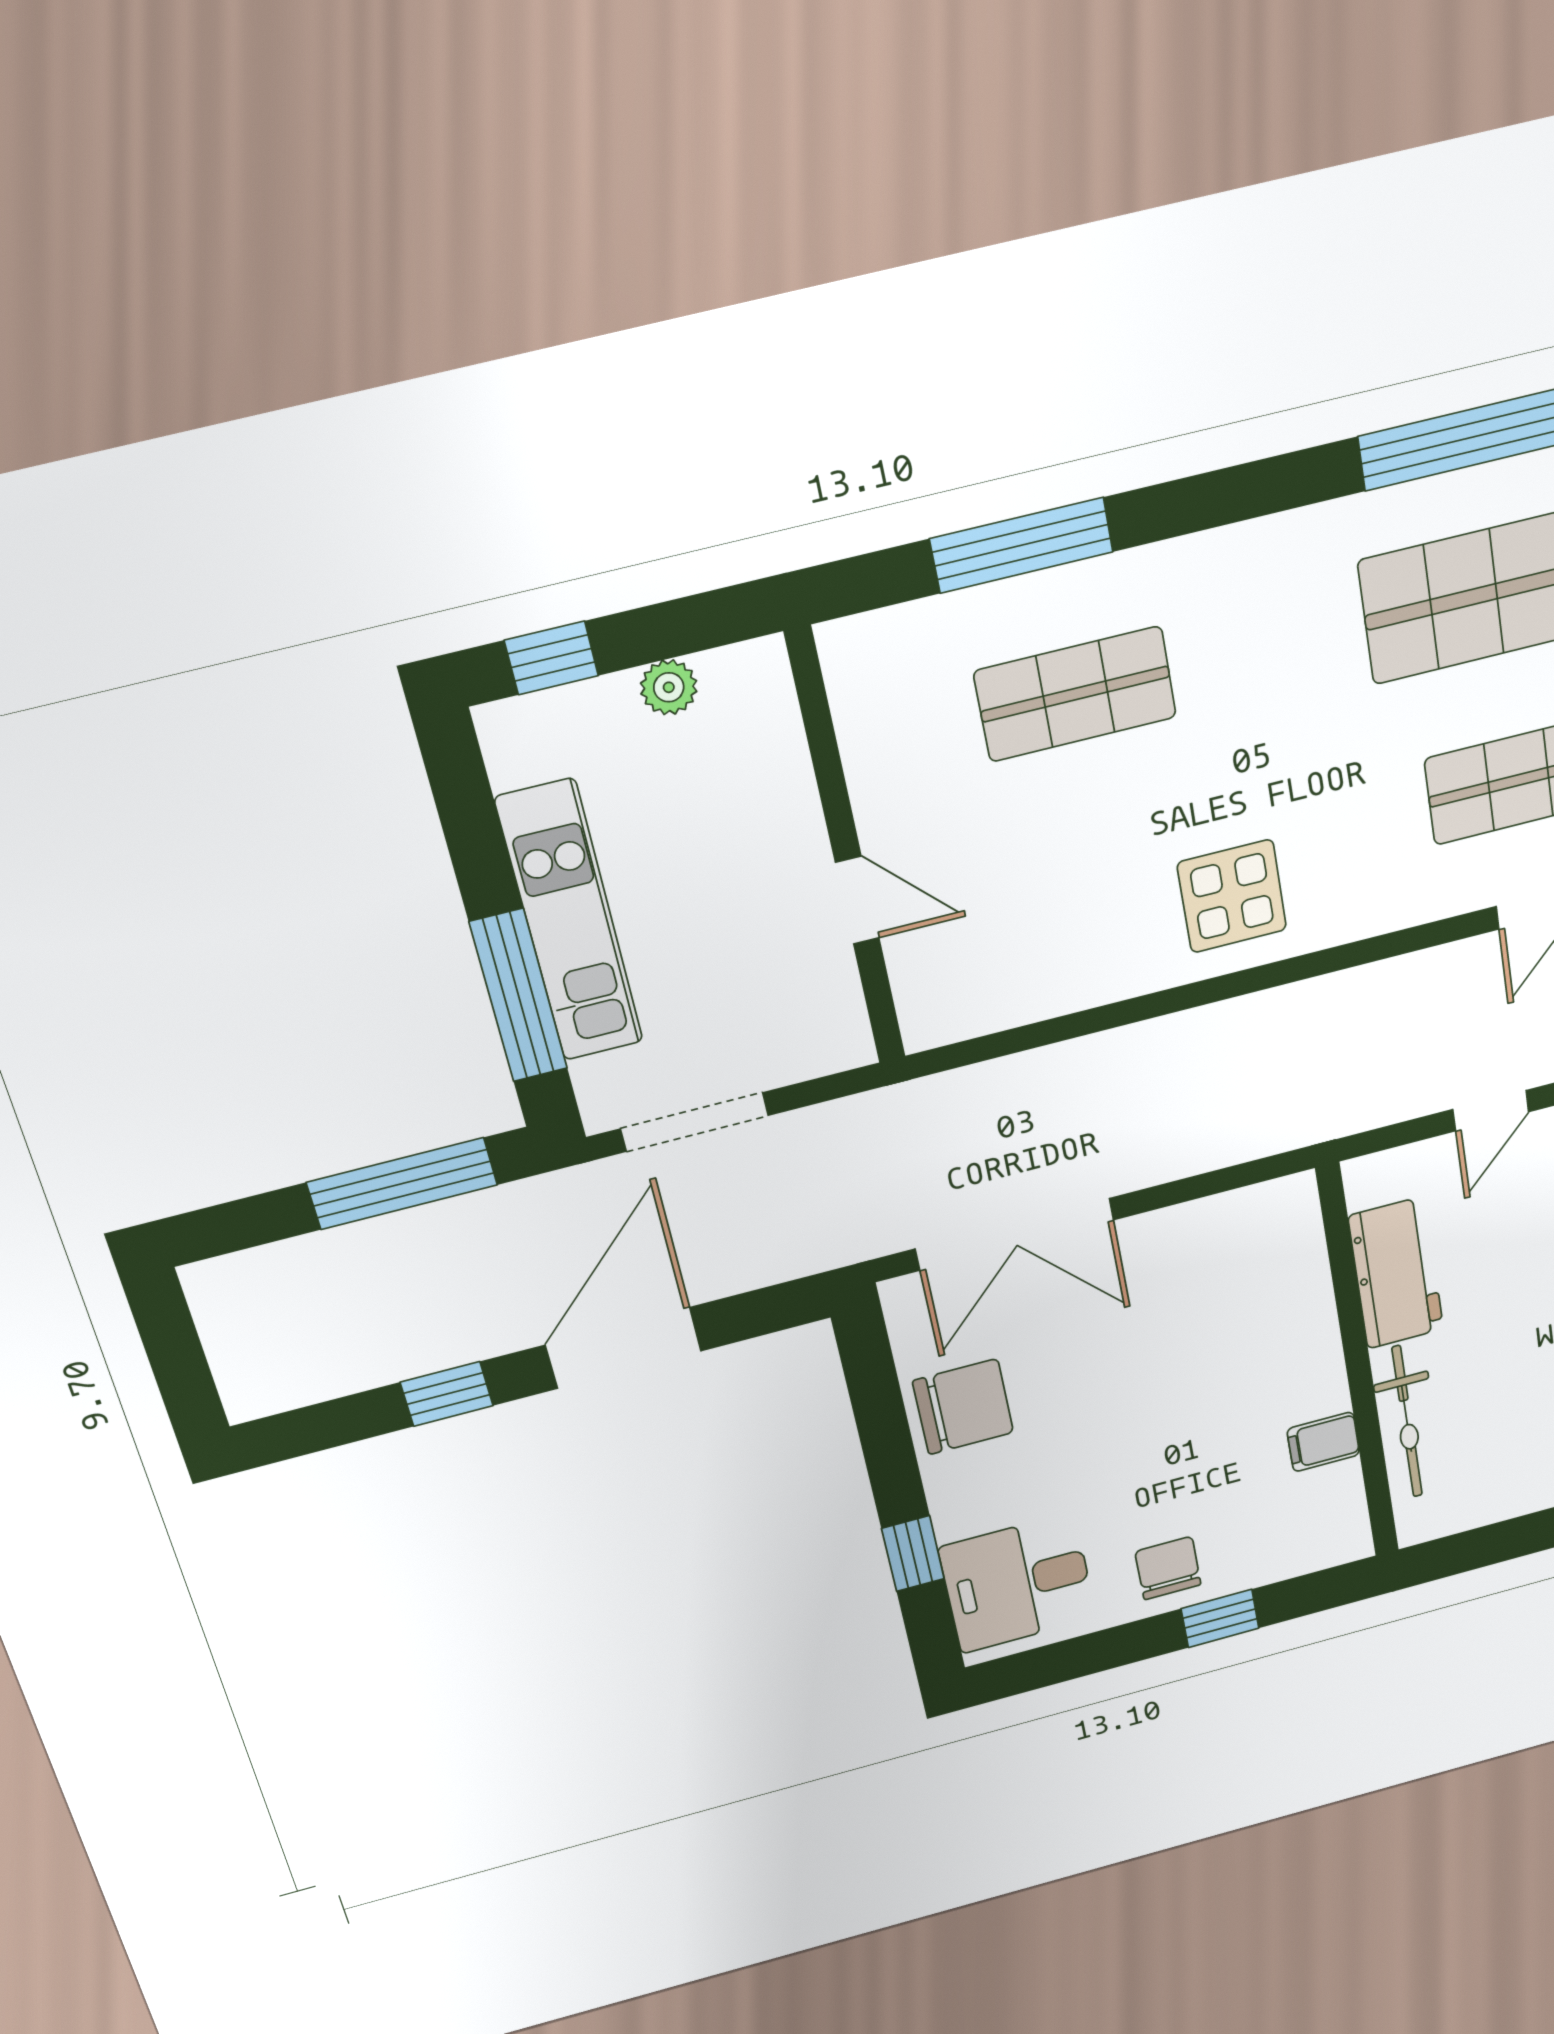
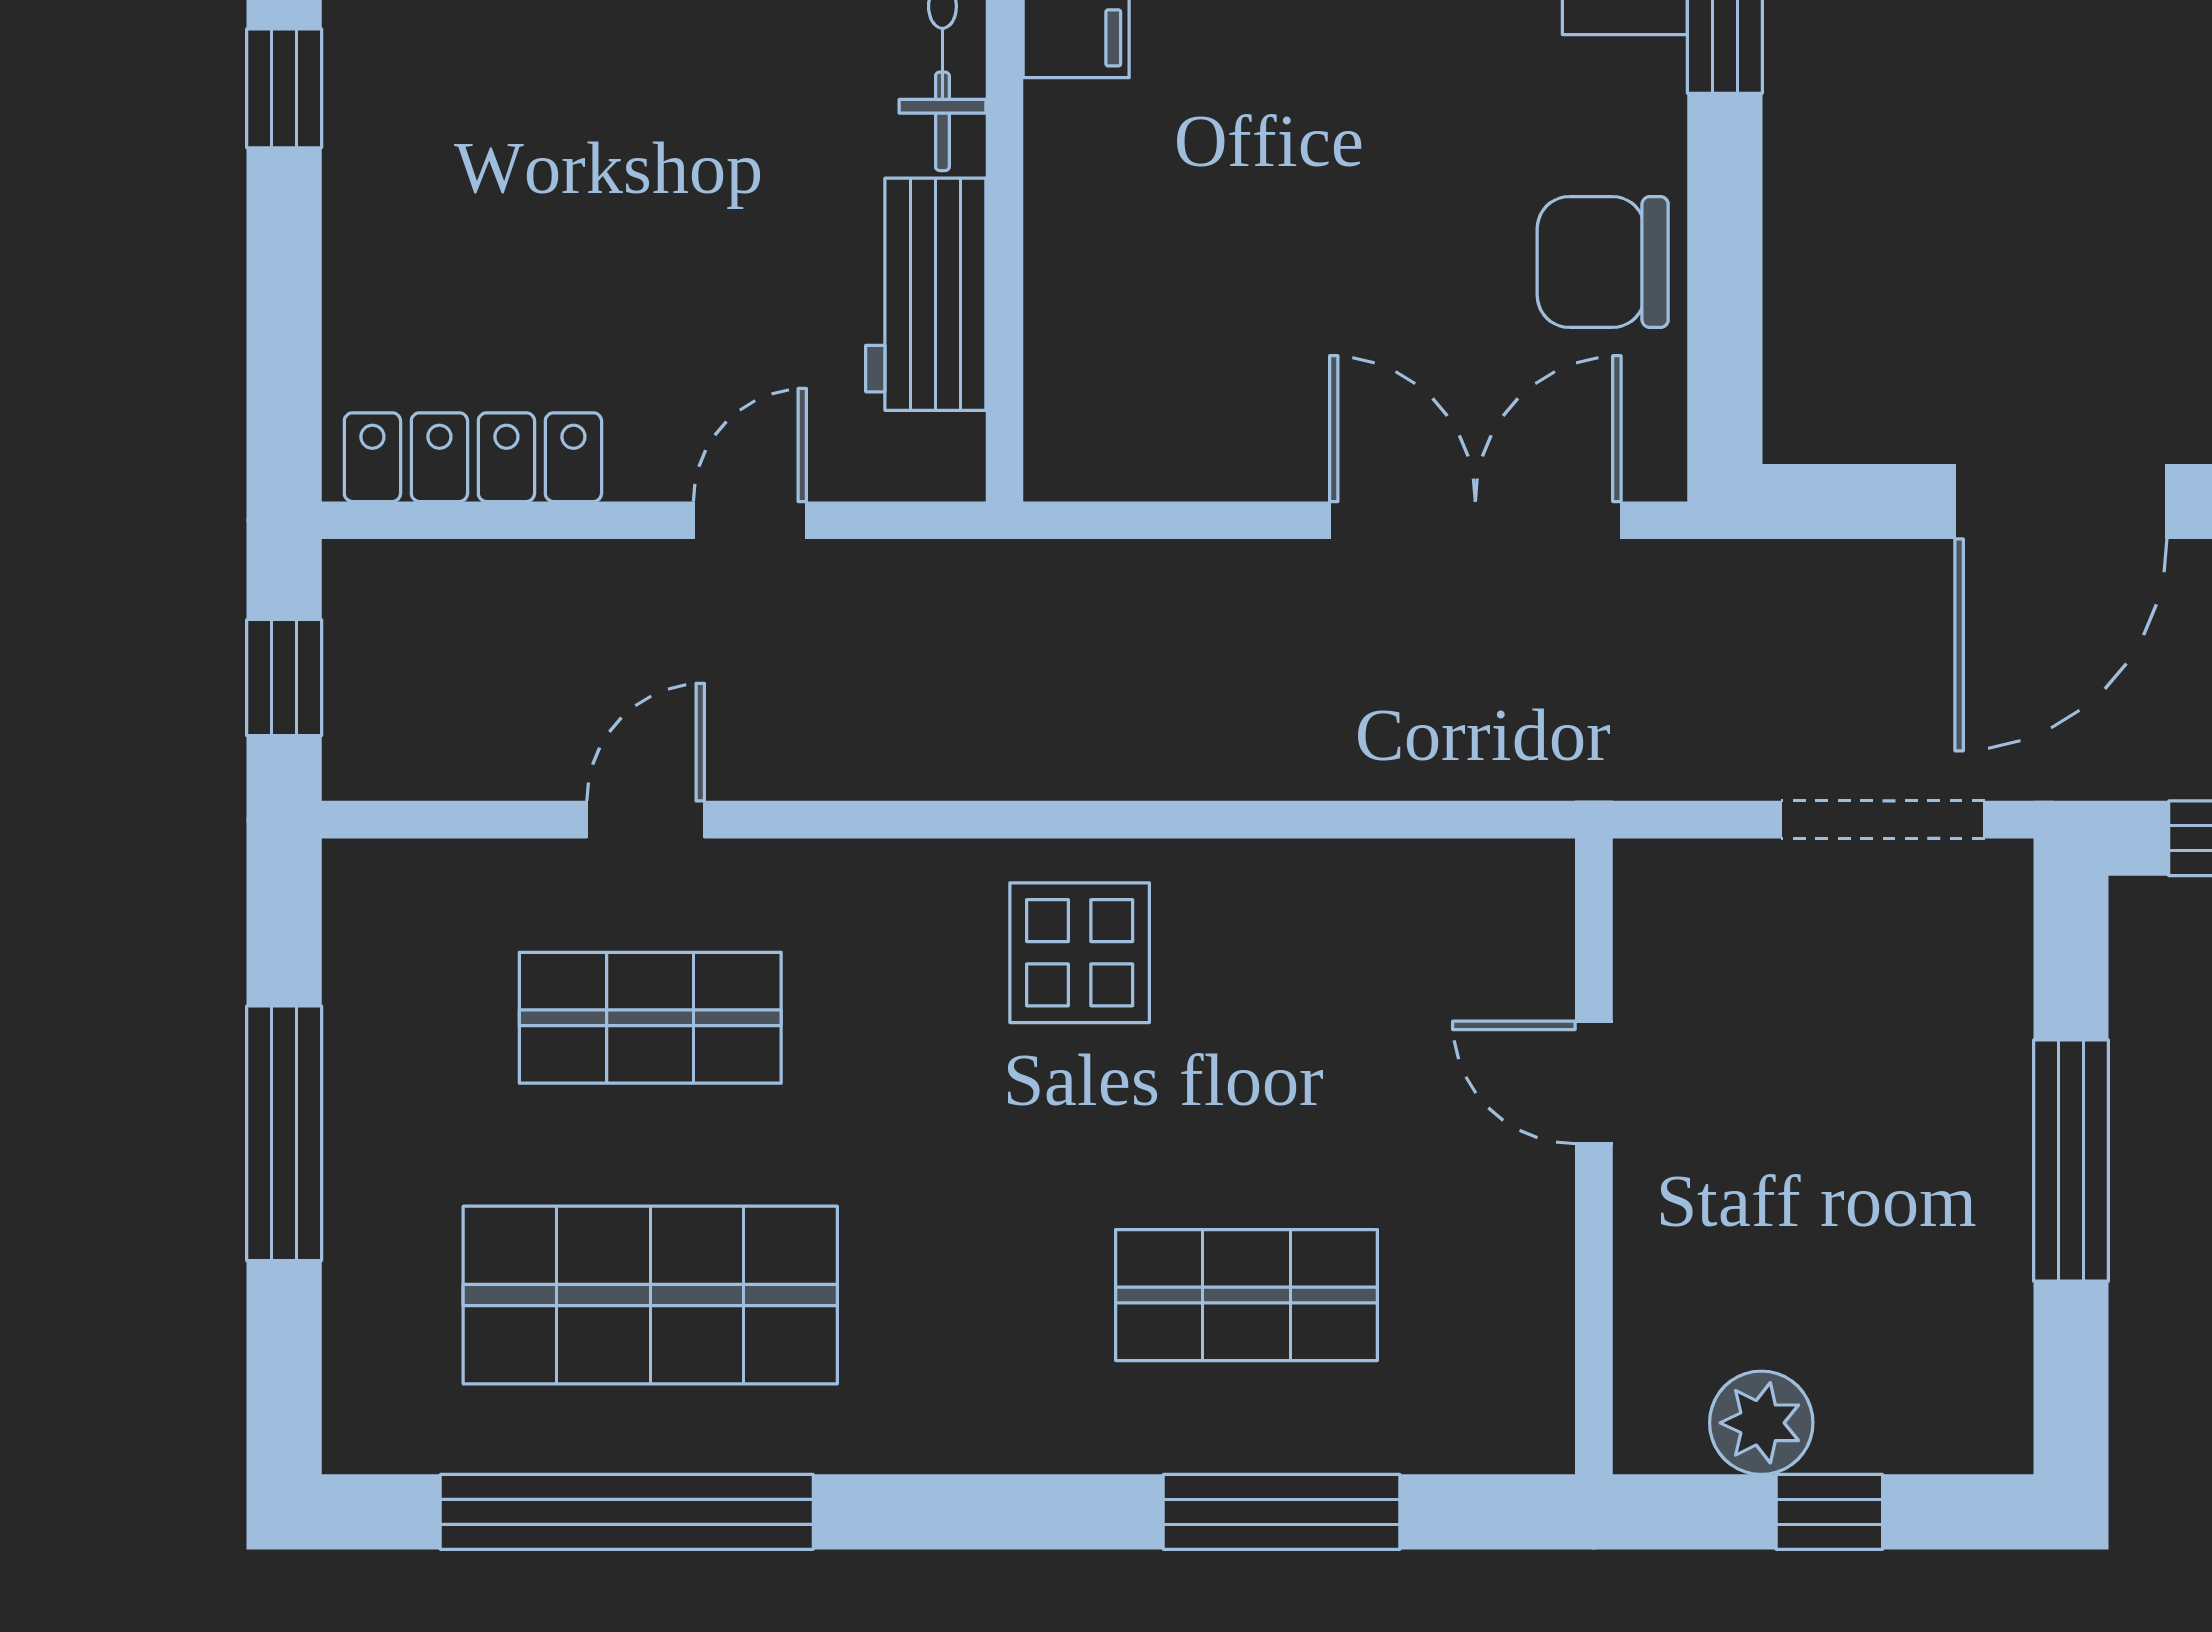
window: (551, 658) -> (1829, 1512), moved
plant: (669, 687) -> (1761, 1423), width x1.38, depth x1.38
kitchen unit: (570, 921) -> (1979, 1153), removed
window: (518, 996) -> (2071, 1161), moved

